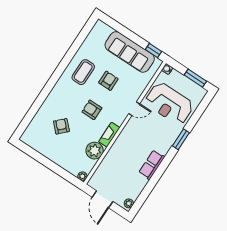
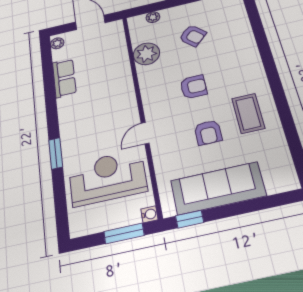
window: (195, 78) -> (124, 233), moved
armchair: (61, 126) -> (193, 36), moved
fireplace: (109, 135) -> (146, 82), removed
row of seats: (152, 165) -> (64, 78), moved
plant: (82, 176) -> (153, 17), moved

